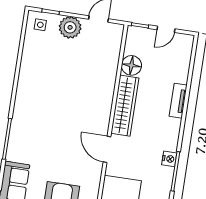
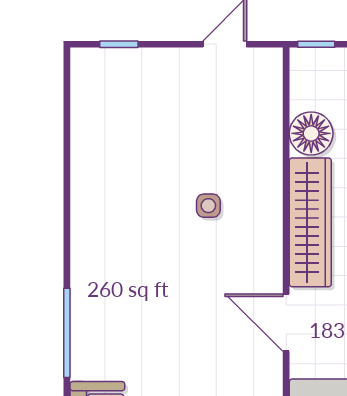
side table: (40, 25) -> (208, 206), moved
plant: (70, 27) -> (166, 72), removed

